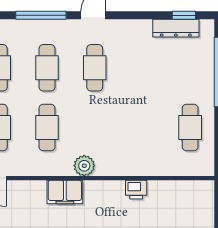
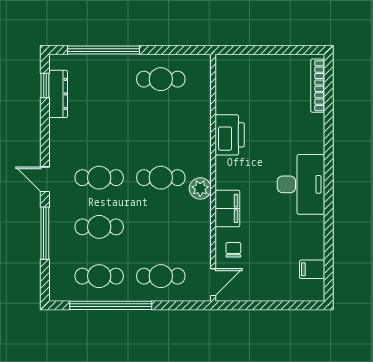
cafe table: (47, 128) -> (161, 178), moved
printer: (136, 190) -> (230, 135), width x1.87, depth x1.48
chair: (25, 198) -> (233, 250), added

